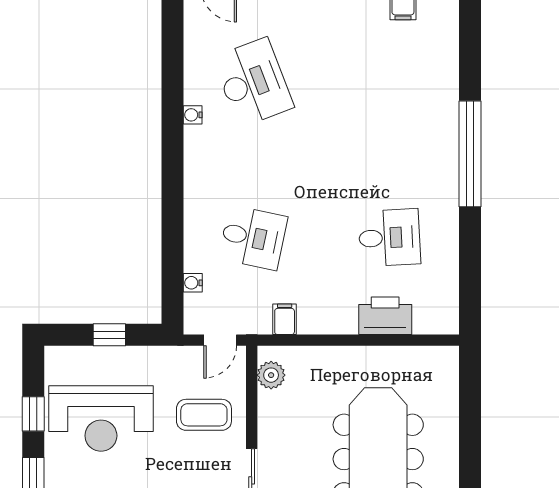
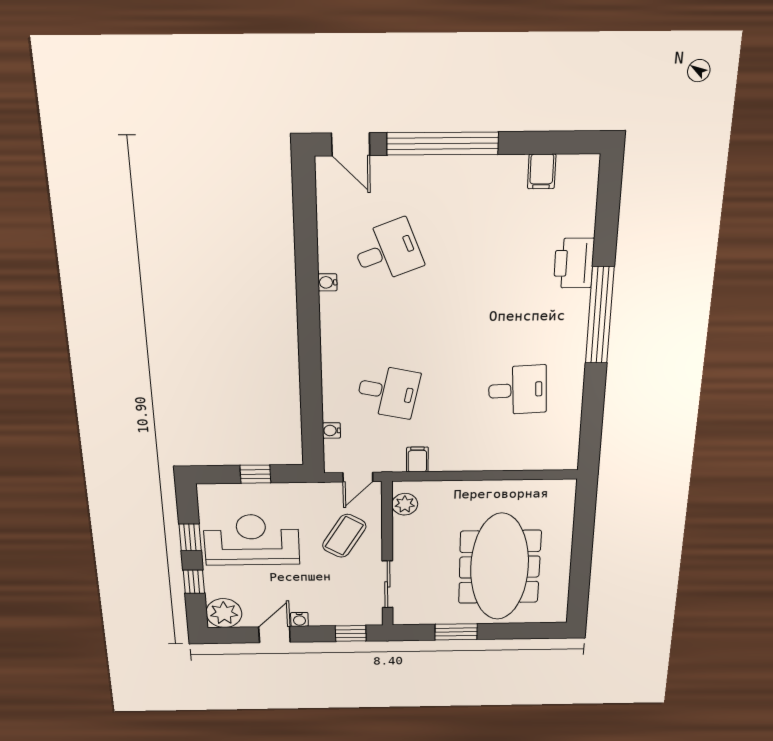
desk: (253, 82) -> (387, 251), width x0.73
printer: (385, 316) -> (574, 263), moved, turned -90
coffee table: (204, 415) -> (344, 536), turned -59
reception desk: (101, 419) -> (252, 540), turned 180

